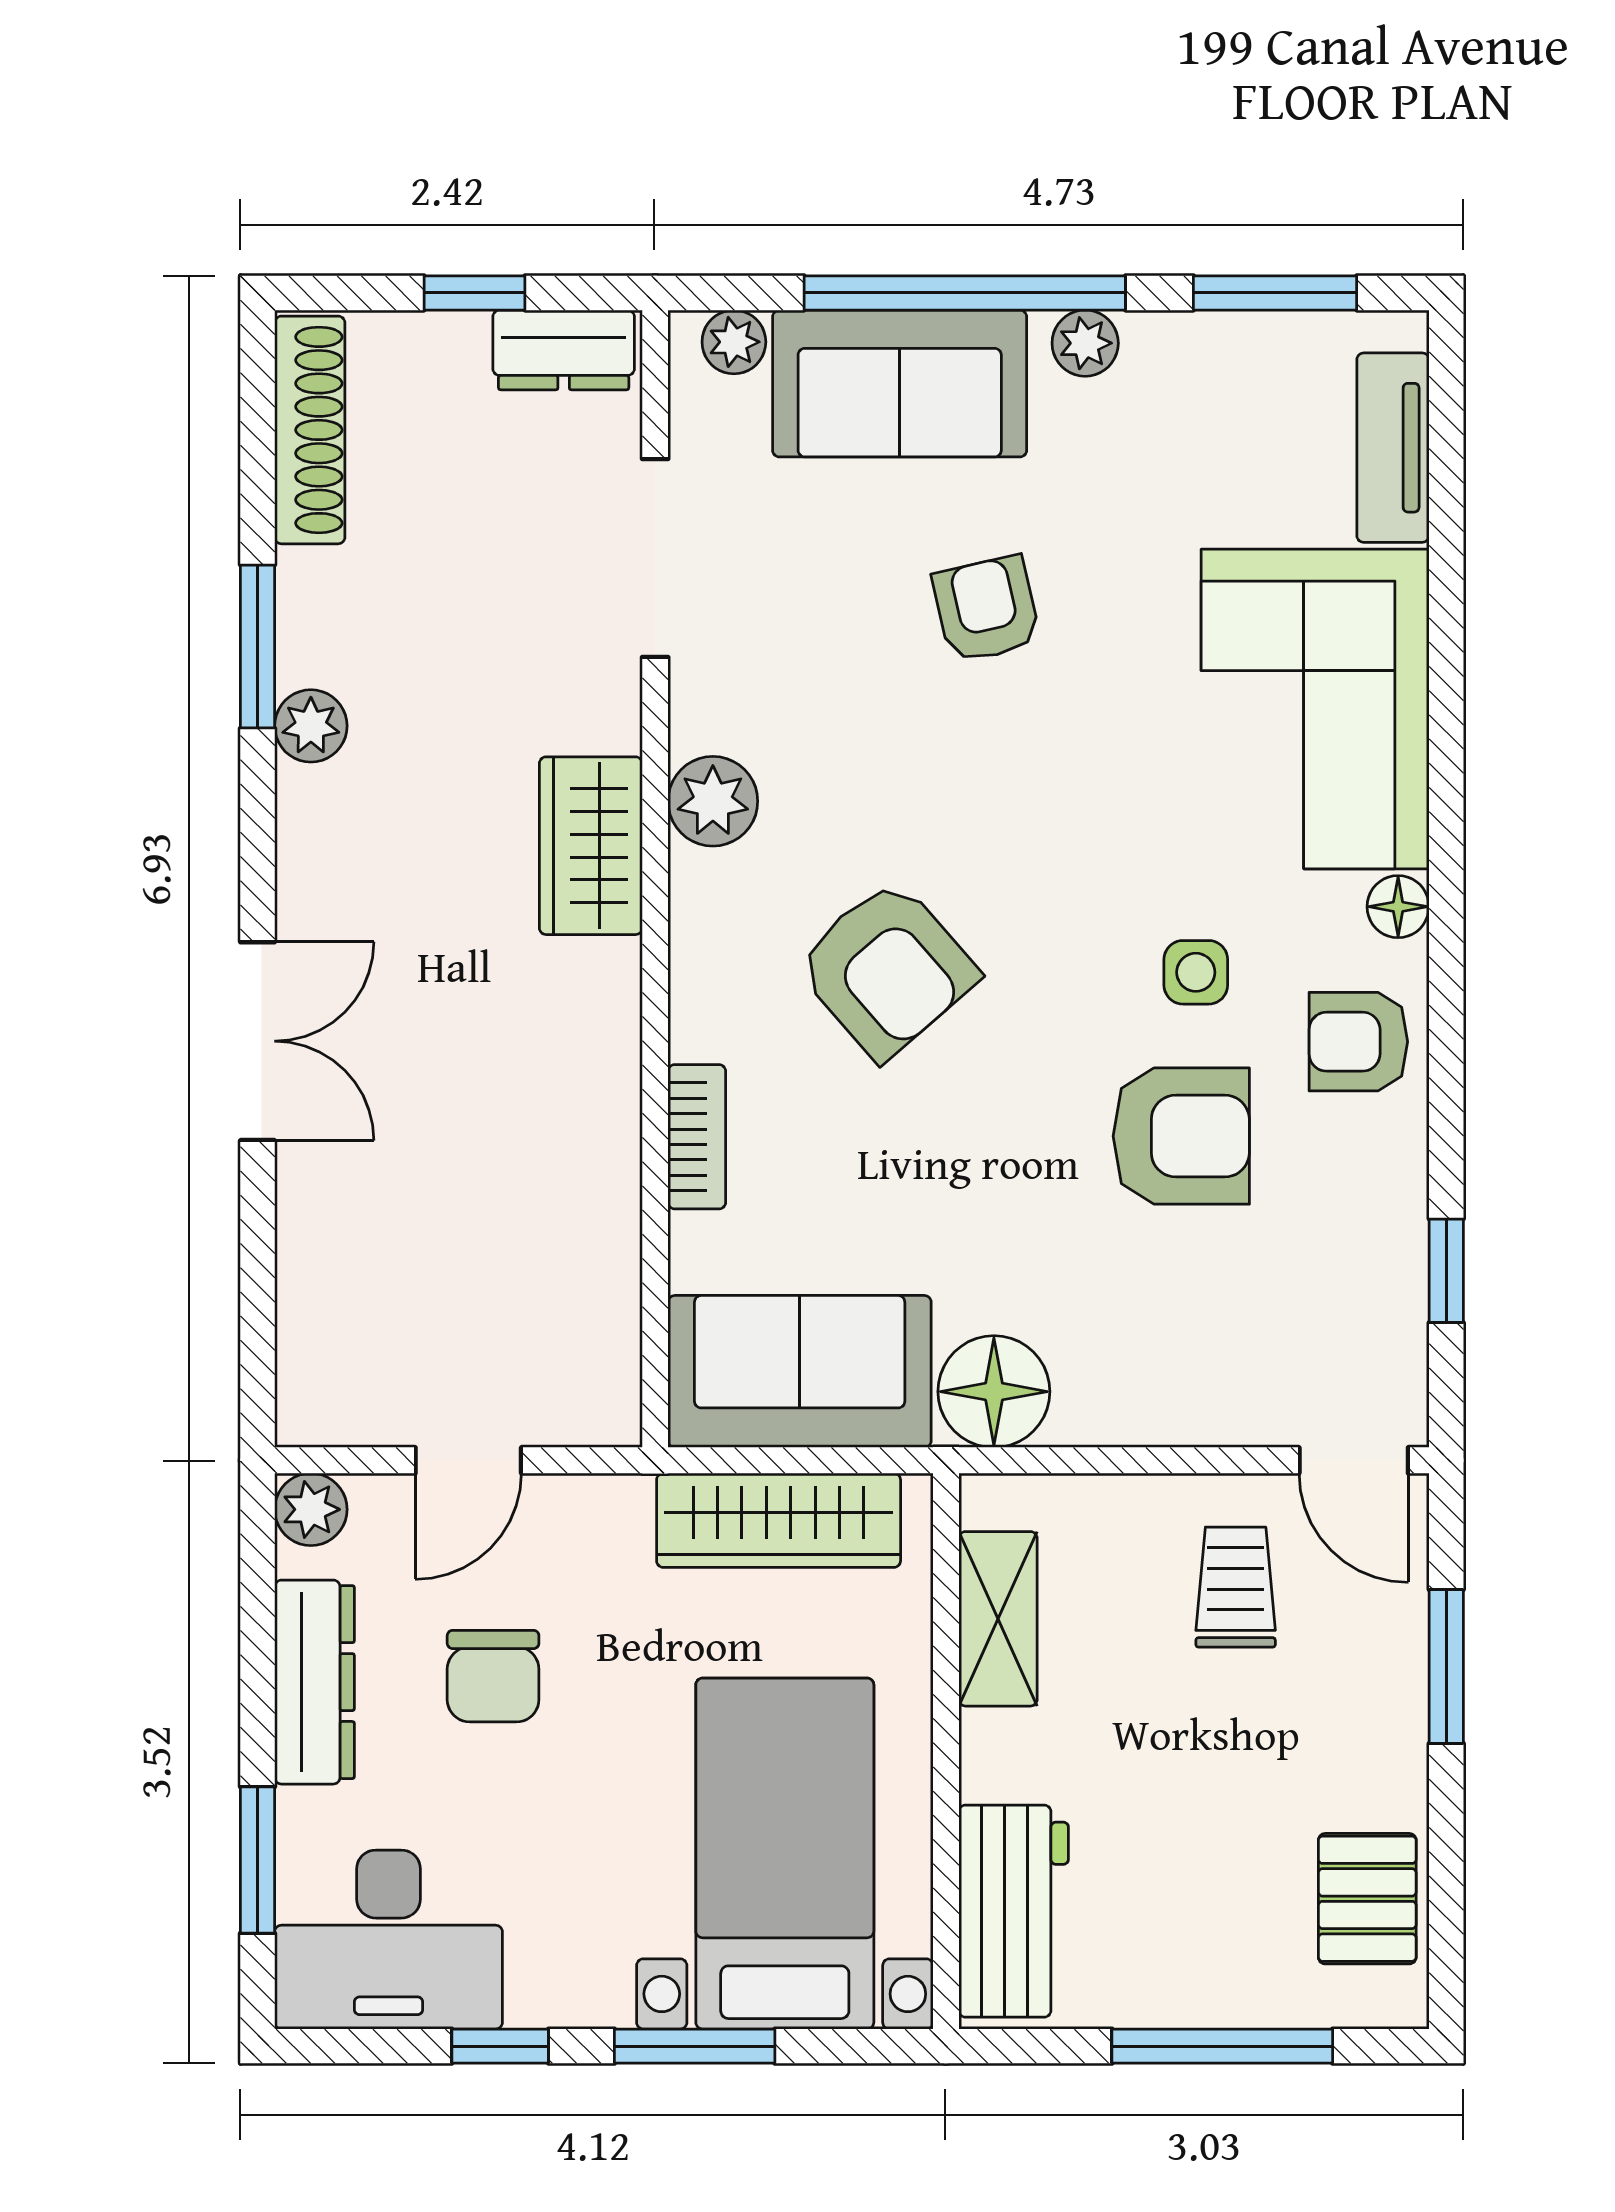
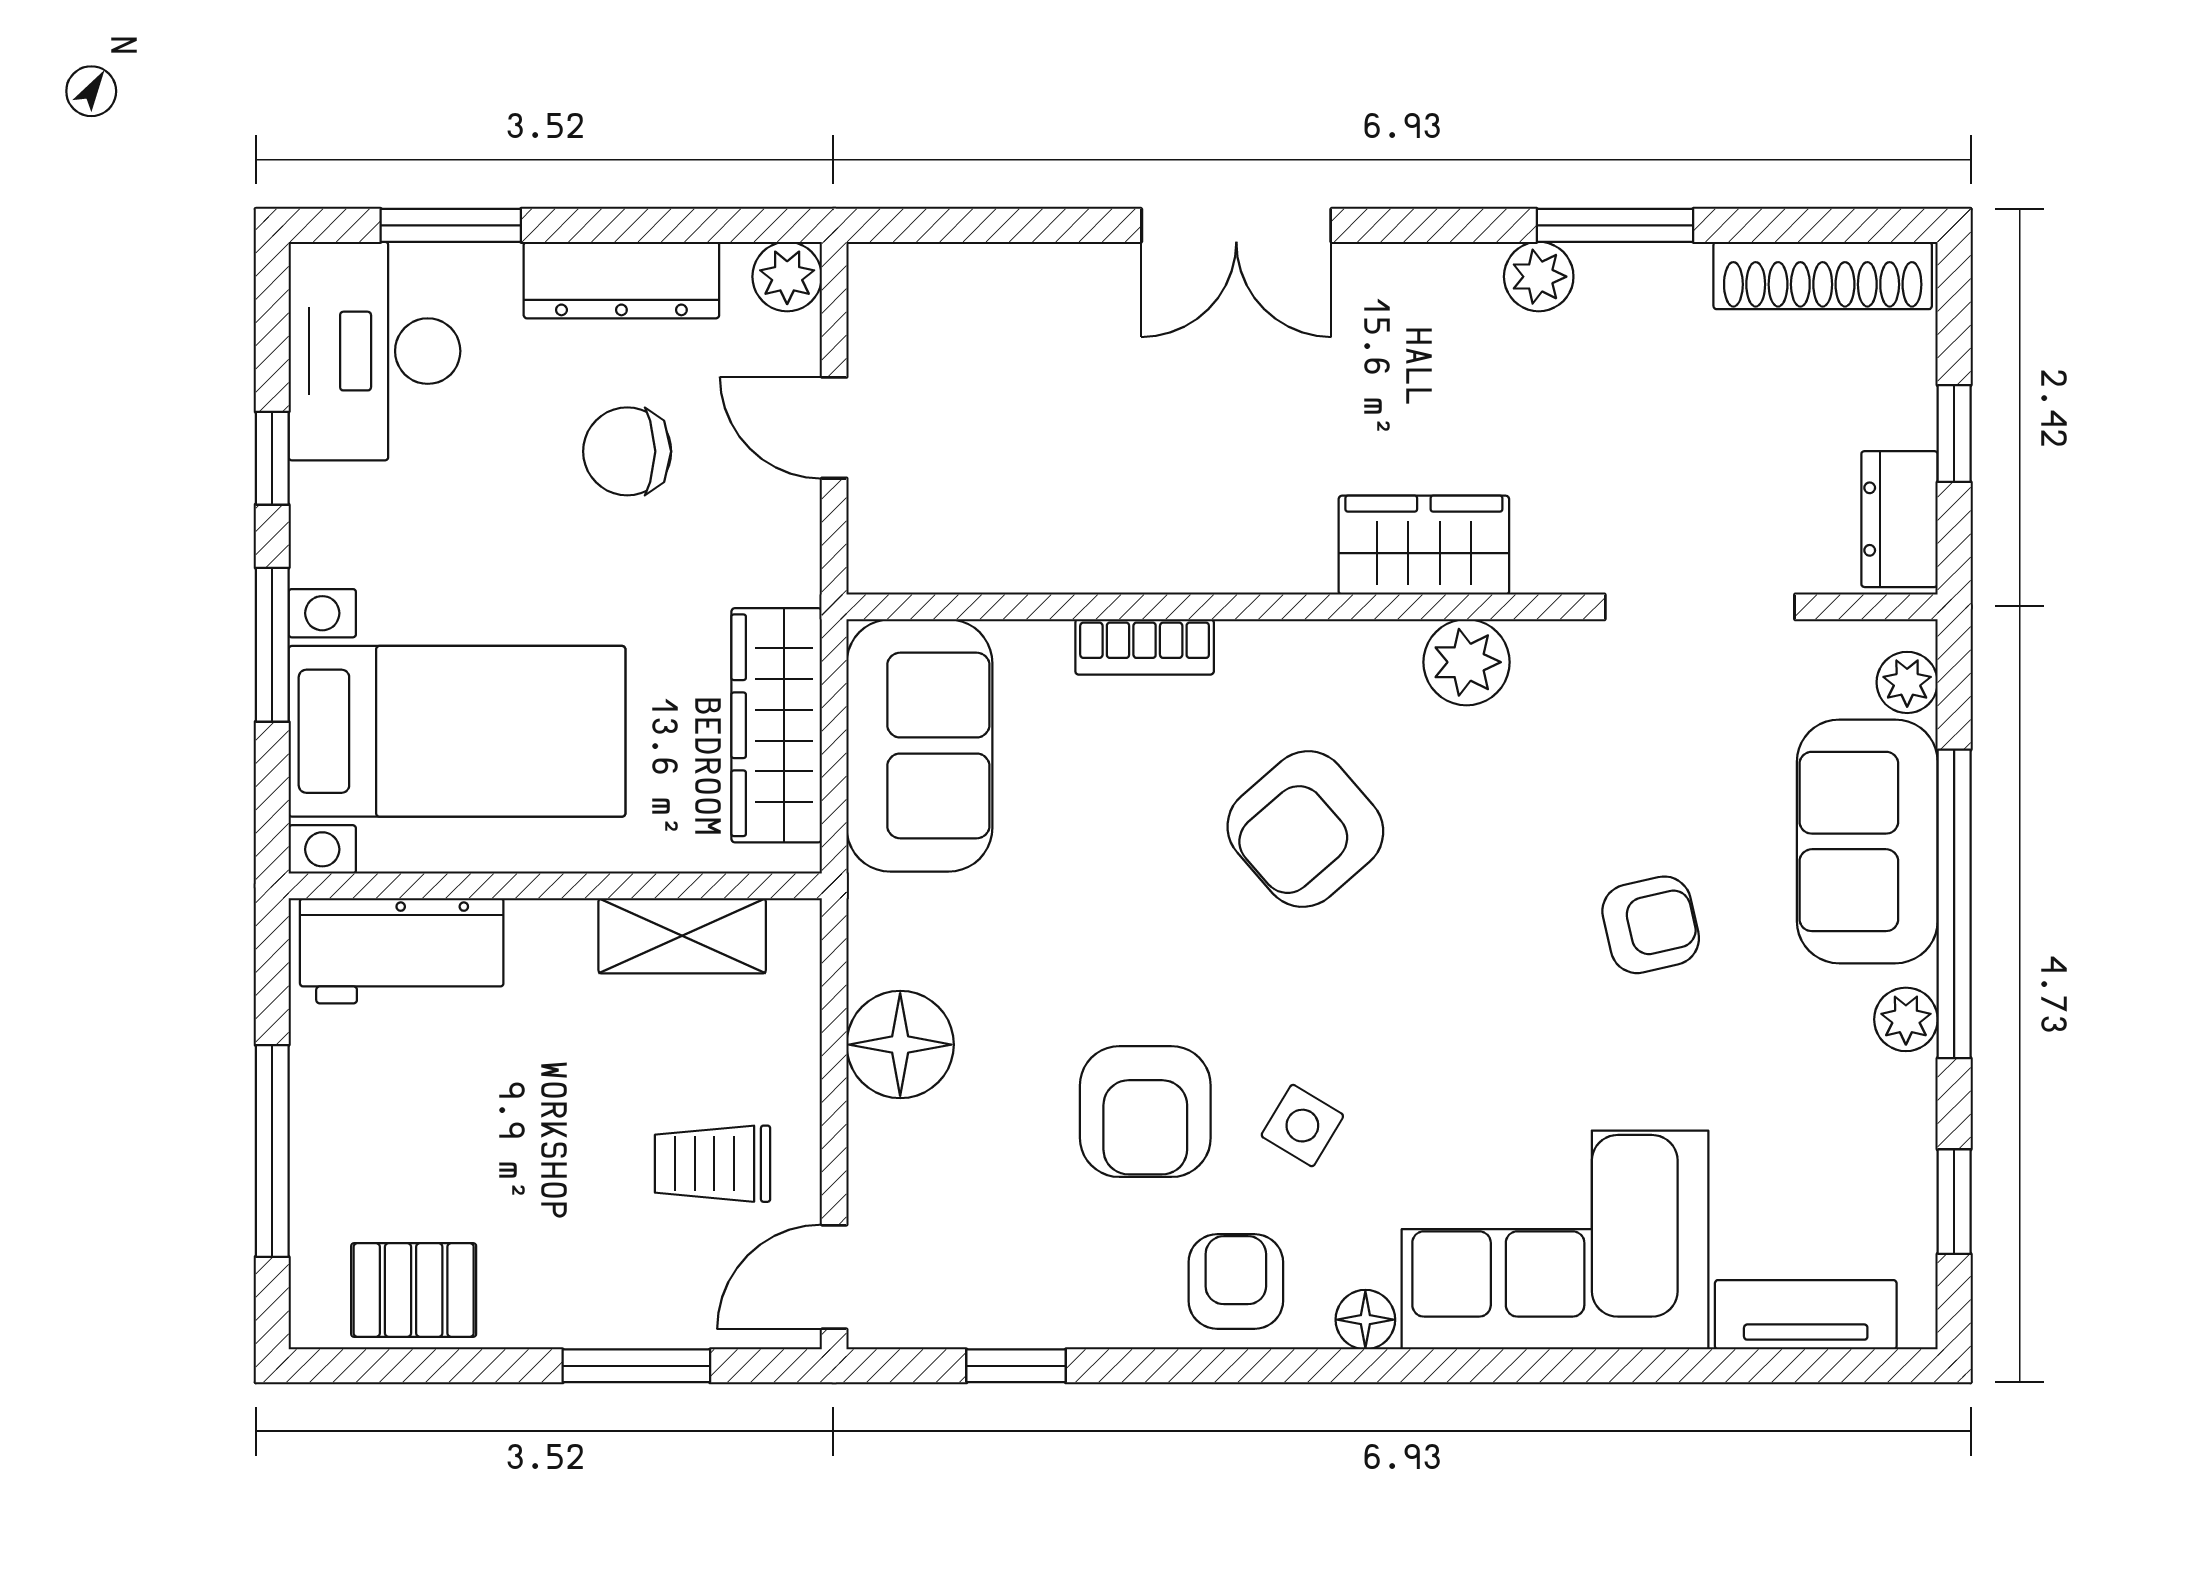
window: (1275, 293) -> (1954, 1202), width x0.67
side table: (1196, 972) -> (1302, 1126), turned 31
floor lamp: (994, 1392) -> (900, 1045), moved
trolley: (1236, 1587) -> (713, 1164), turned 180

